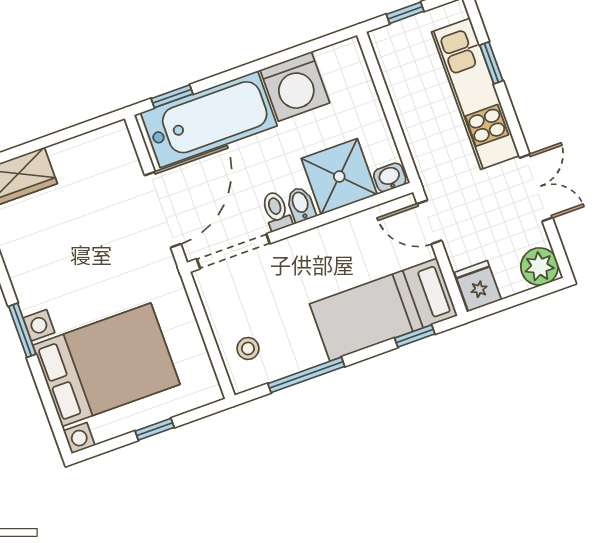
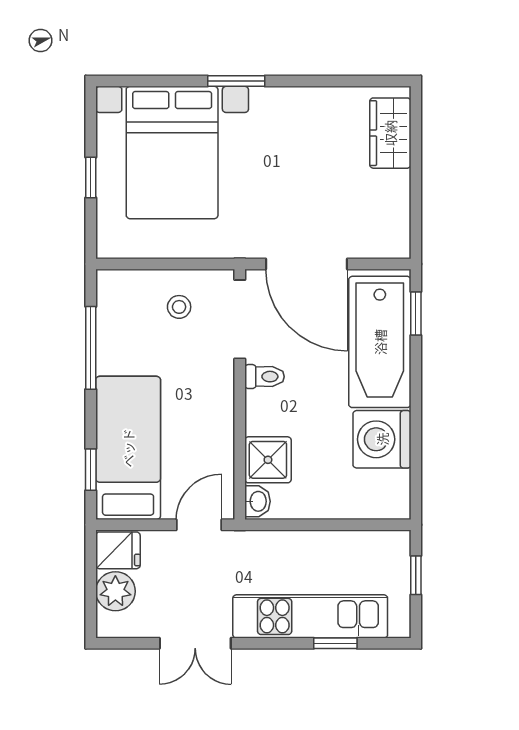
shower: (339, 177) -> (268, 460), width x0.73, depth x0.73
bidet: (301, 204) -> (262, 403), removed
plant: (539, 267) -> (115, 591), moved
stool: (248, 348) -> (179, 307), moved

